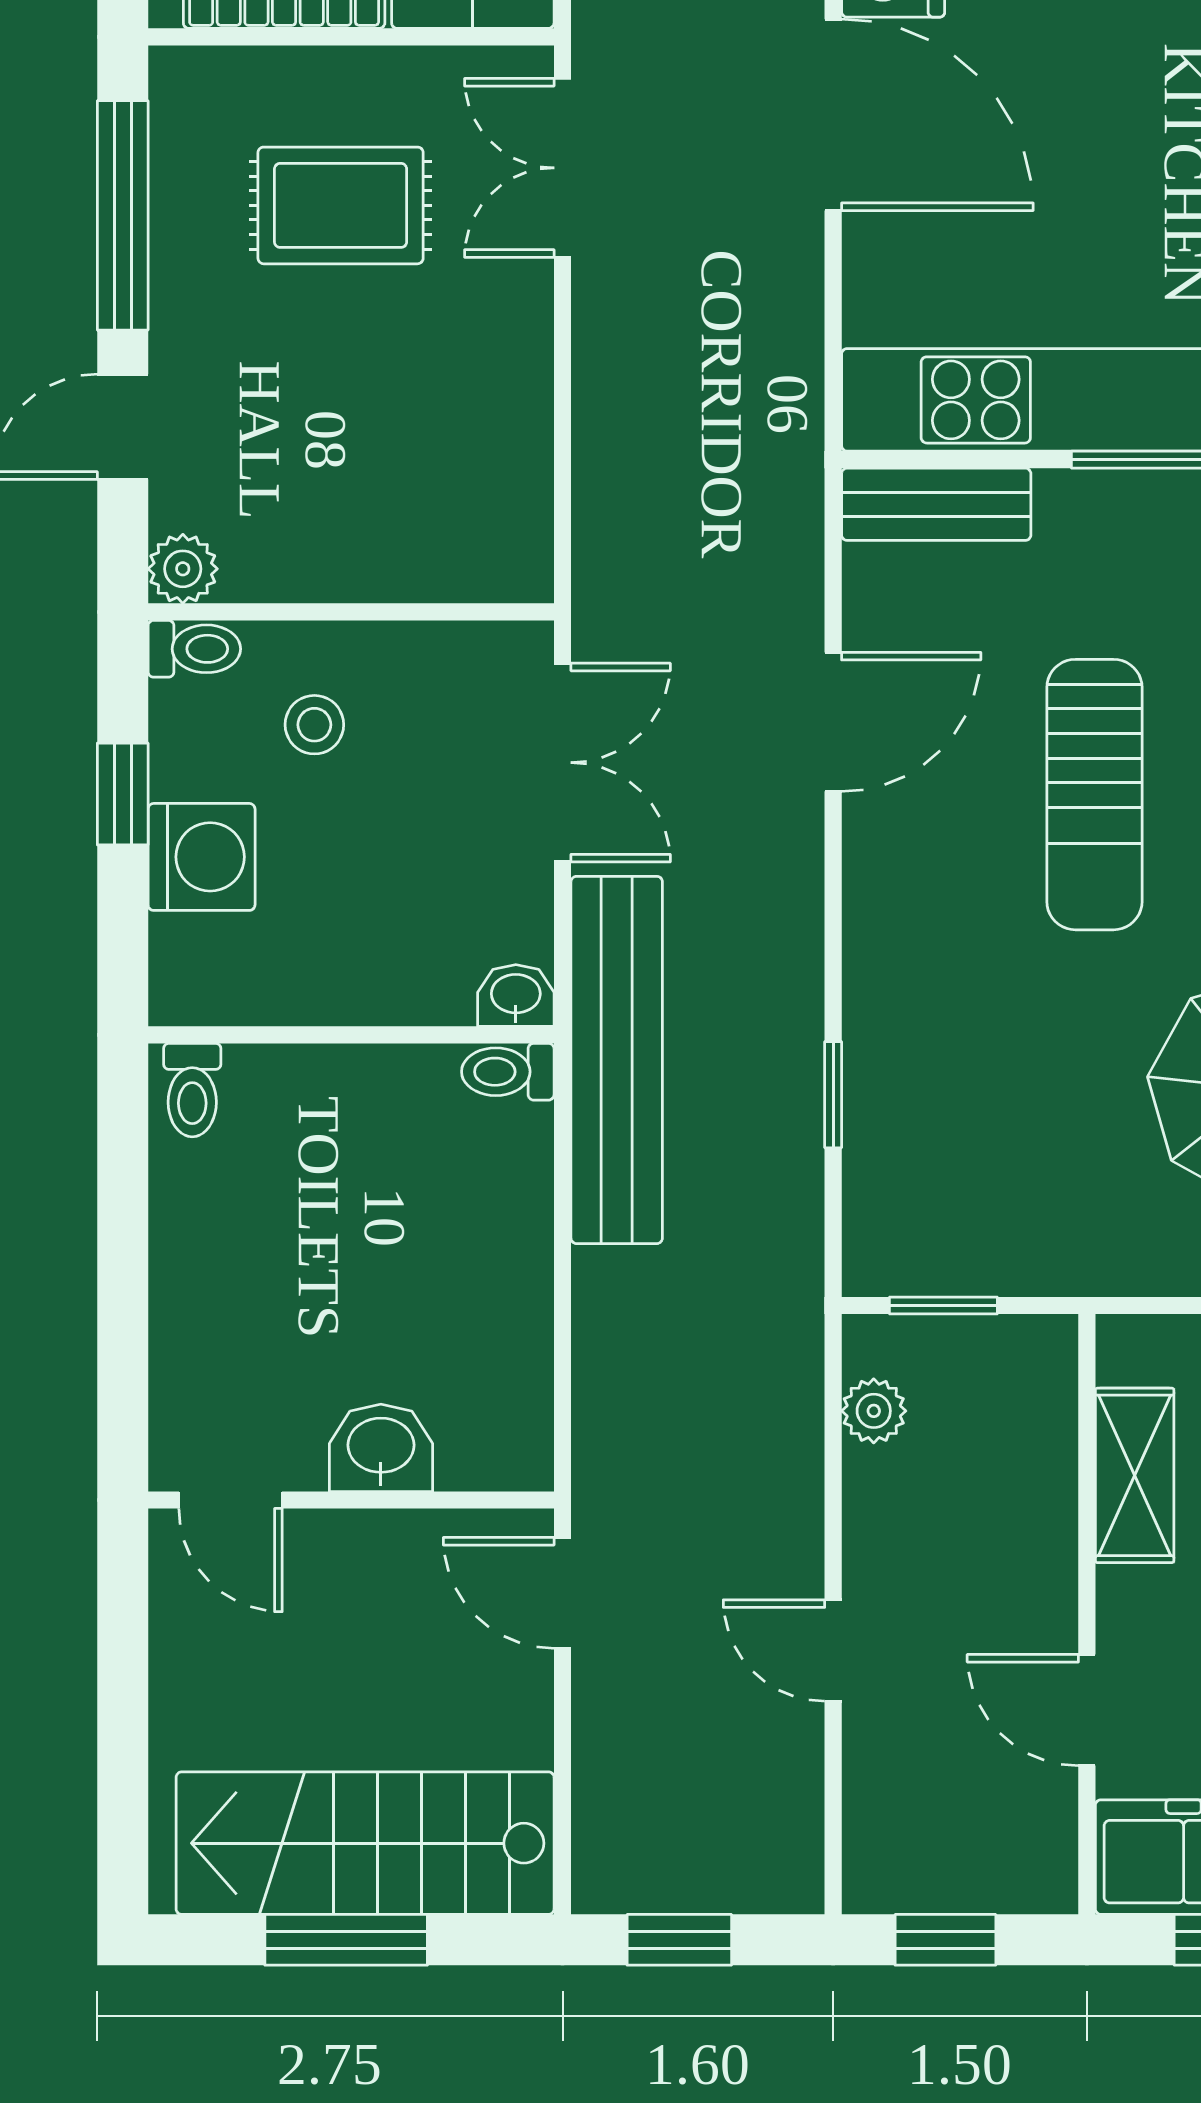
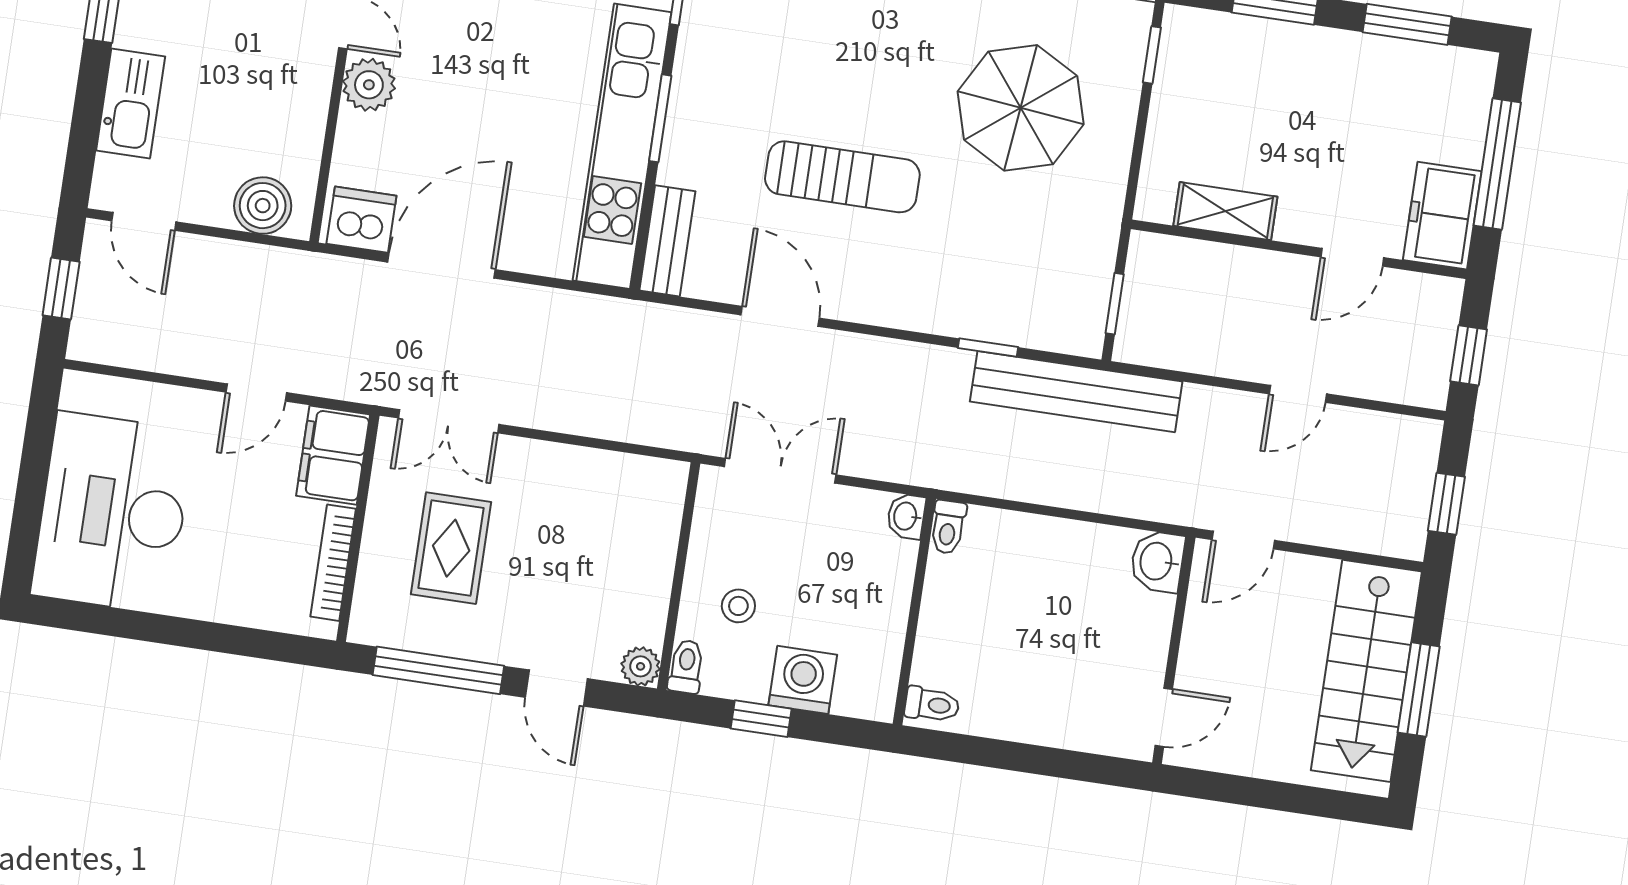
bench: (617, 1060) -> (1076, 392), moved
plant: (874, 1411) -> (1168, 351), removed
washbasin: (381, 1448) -> (1157, 561), moved

